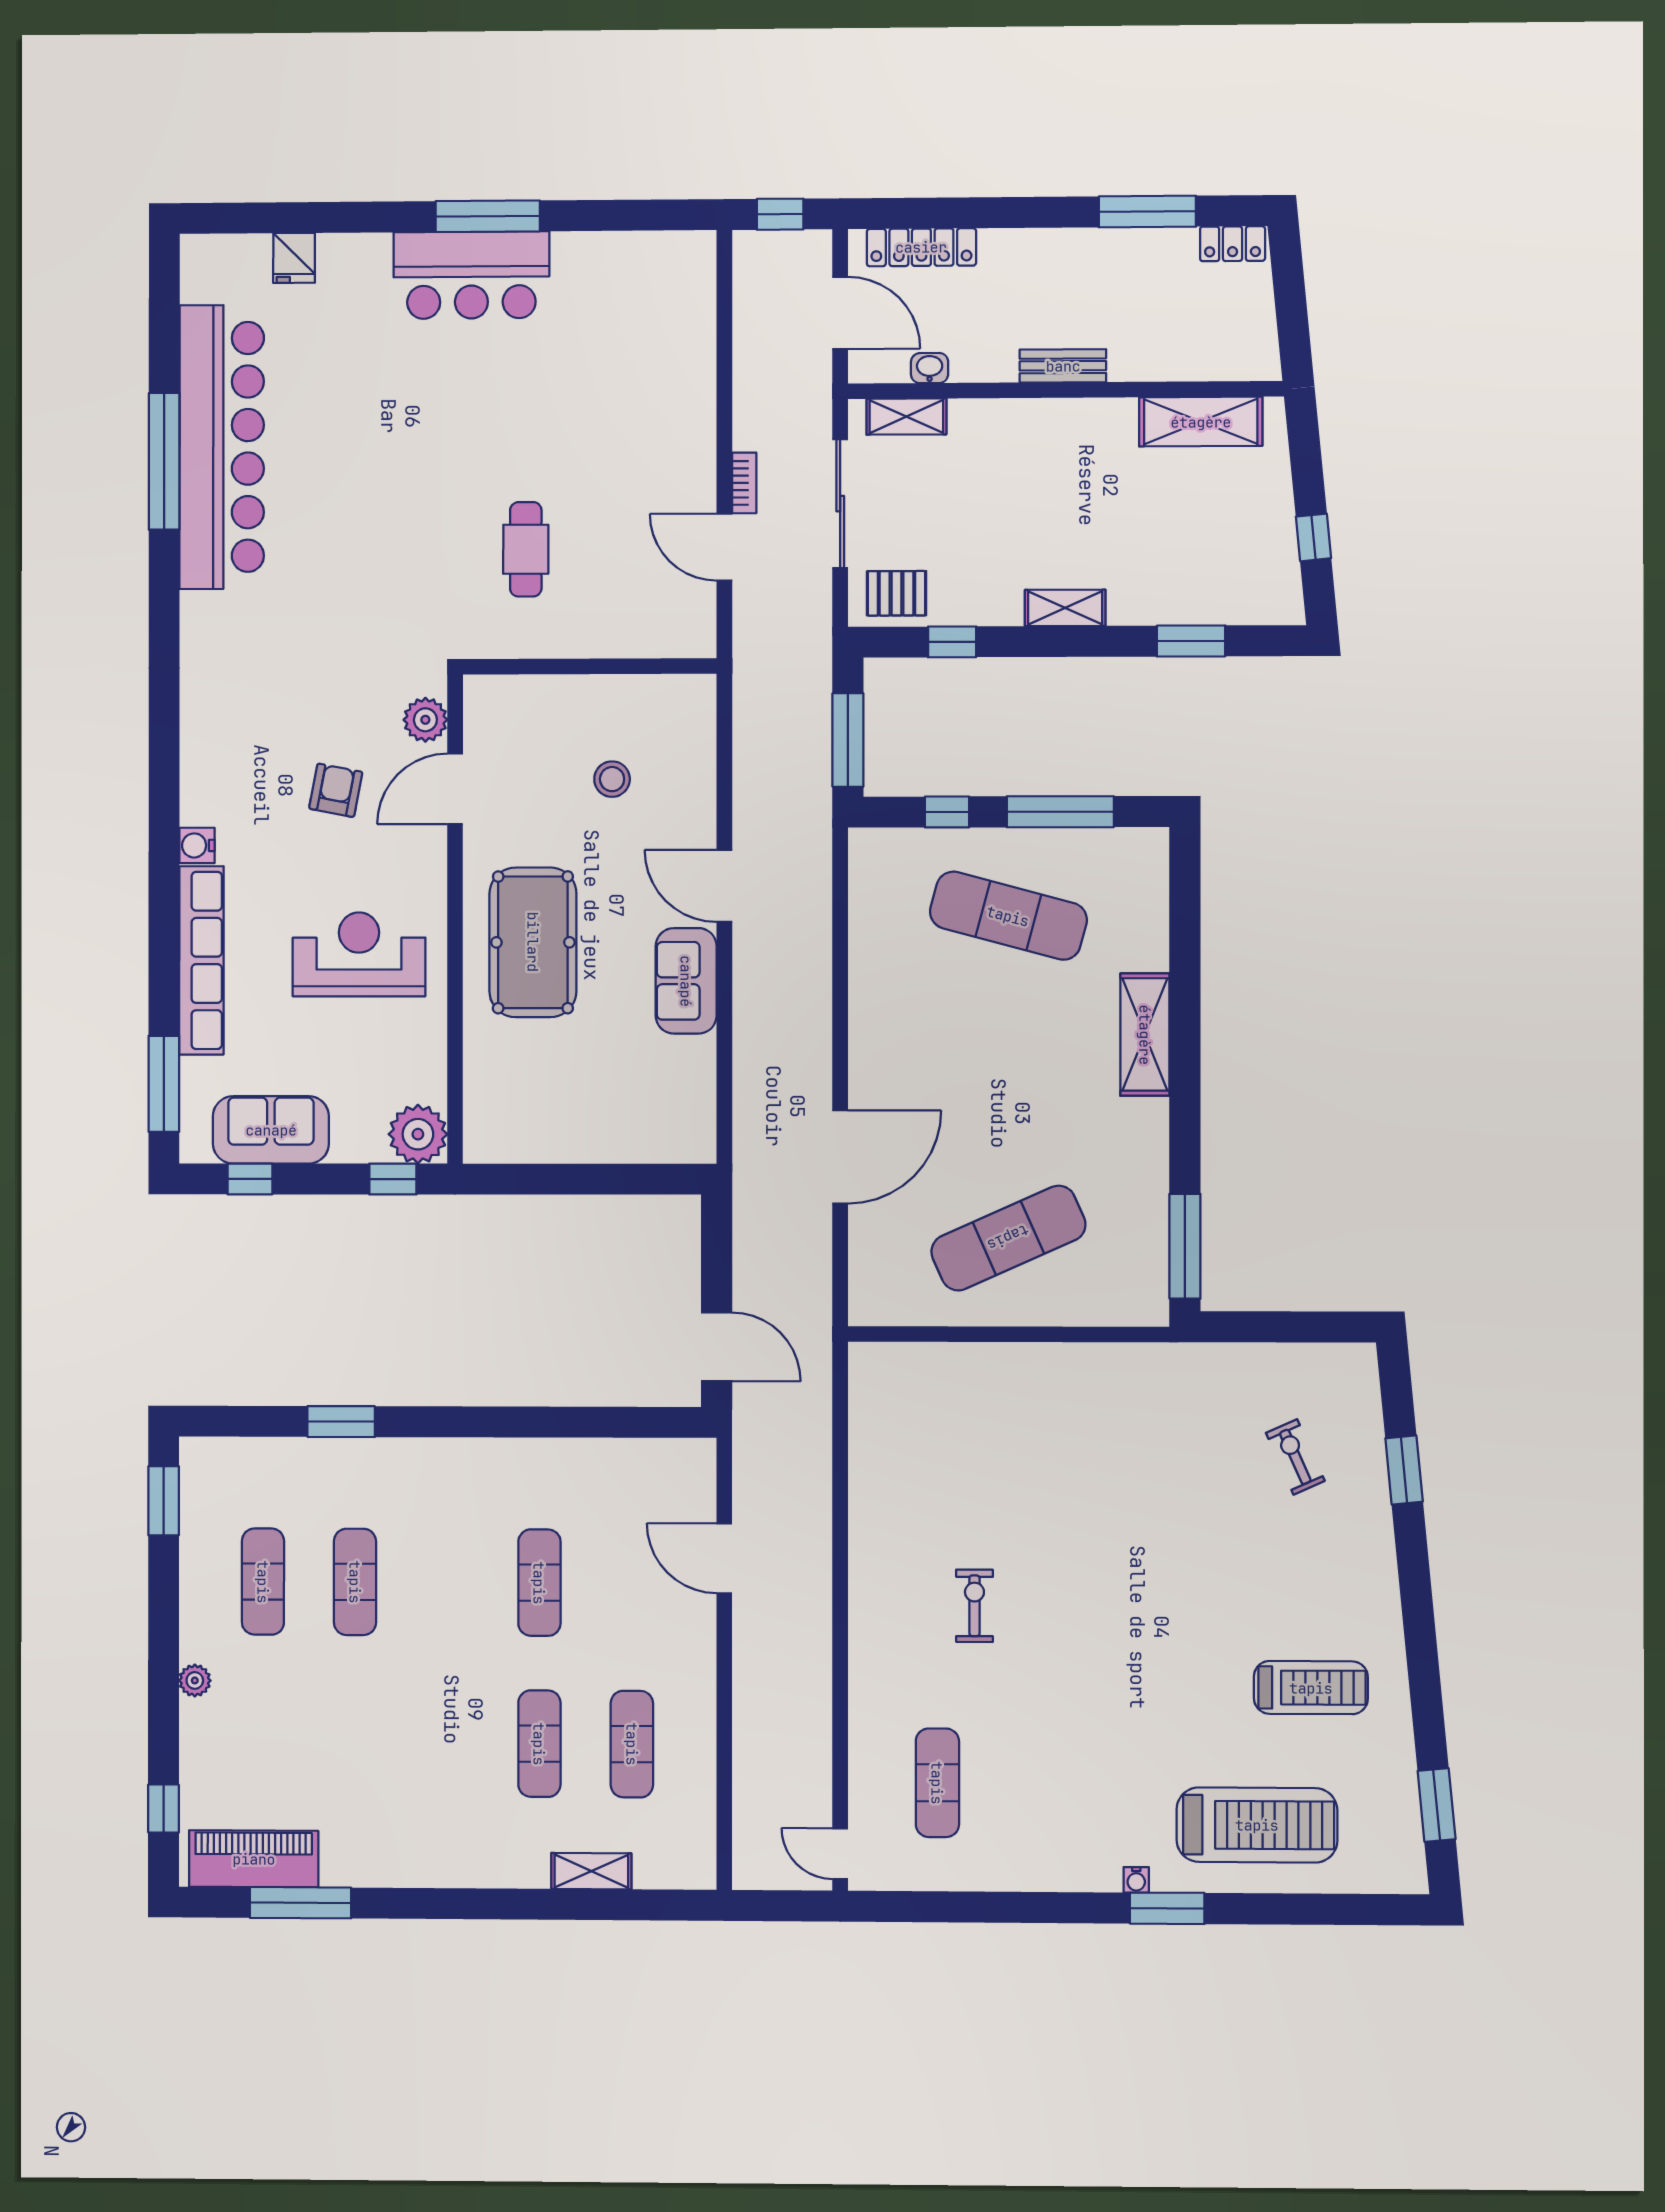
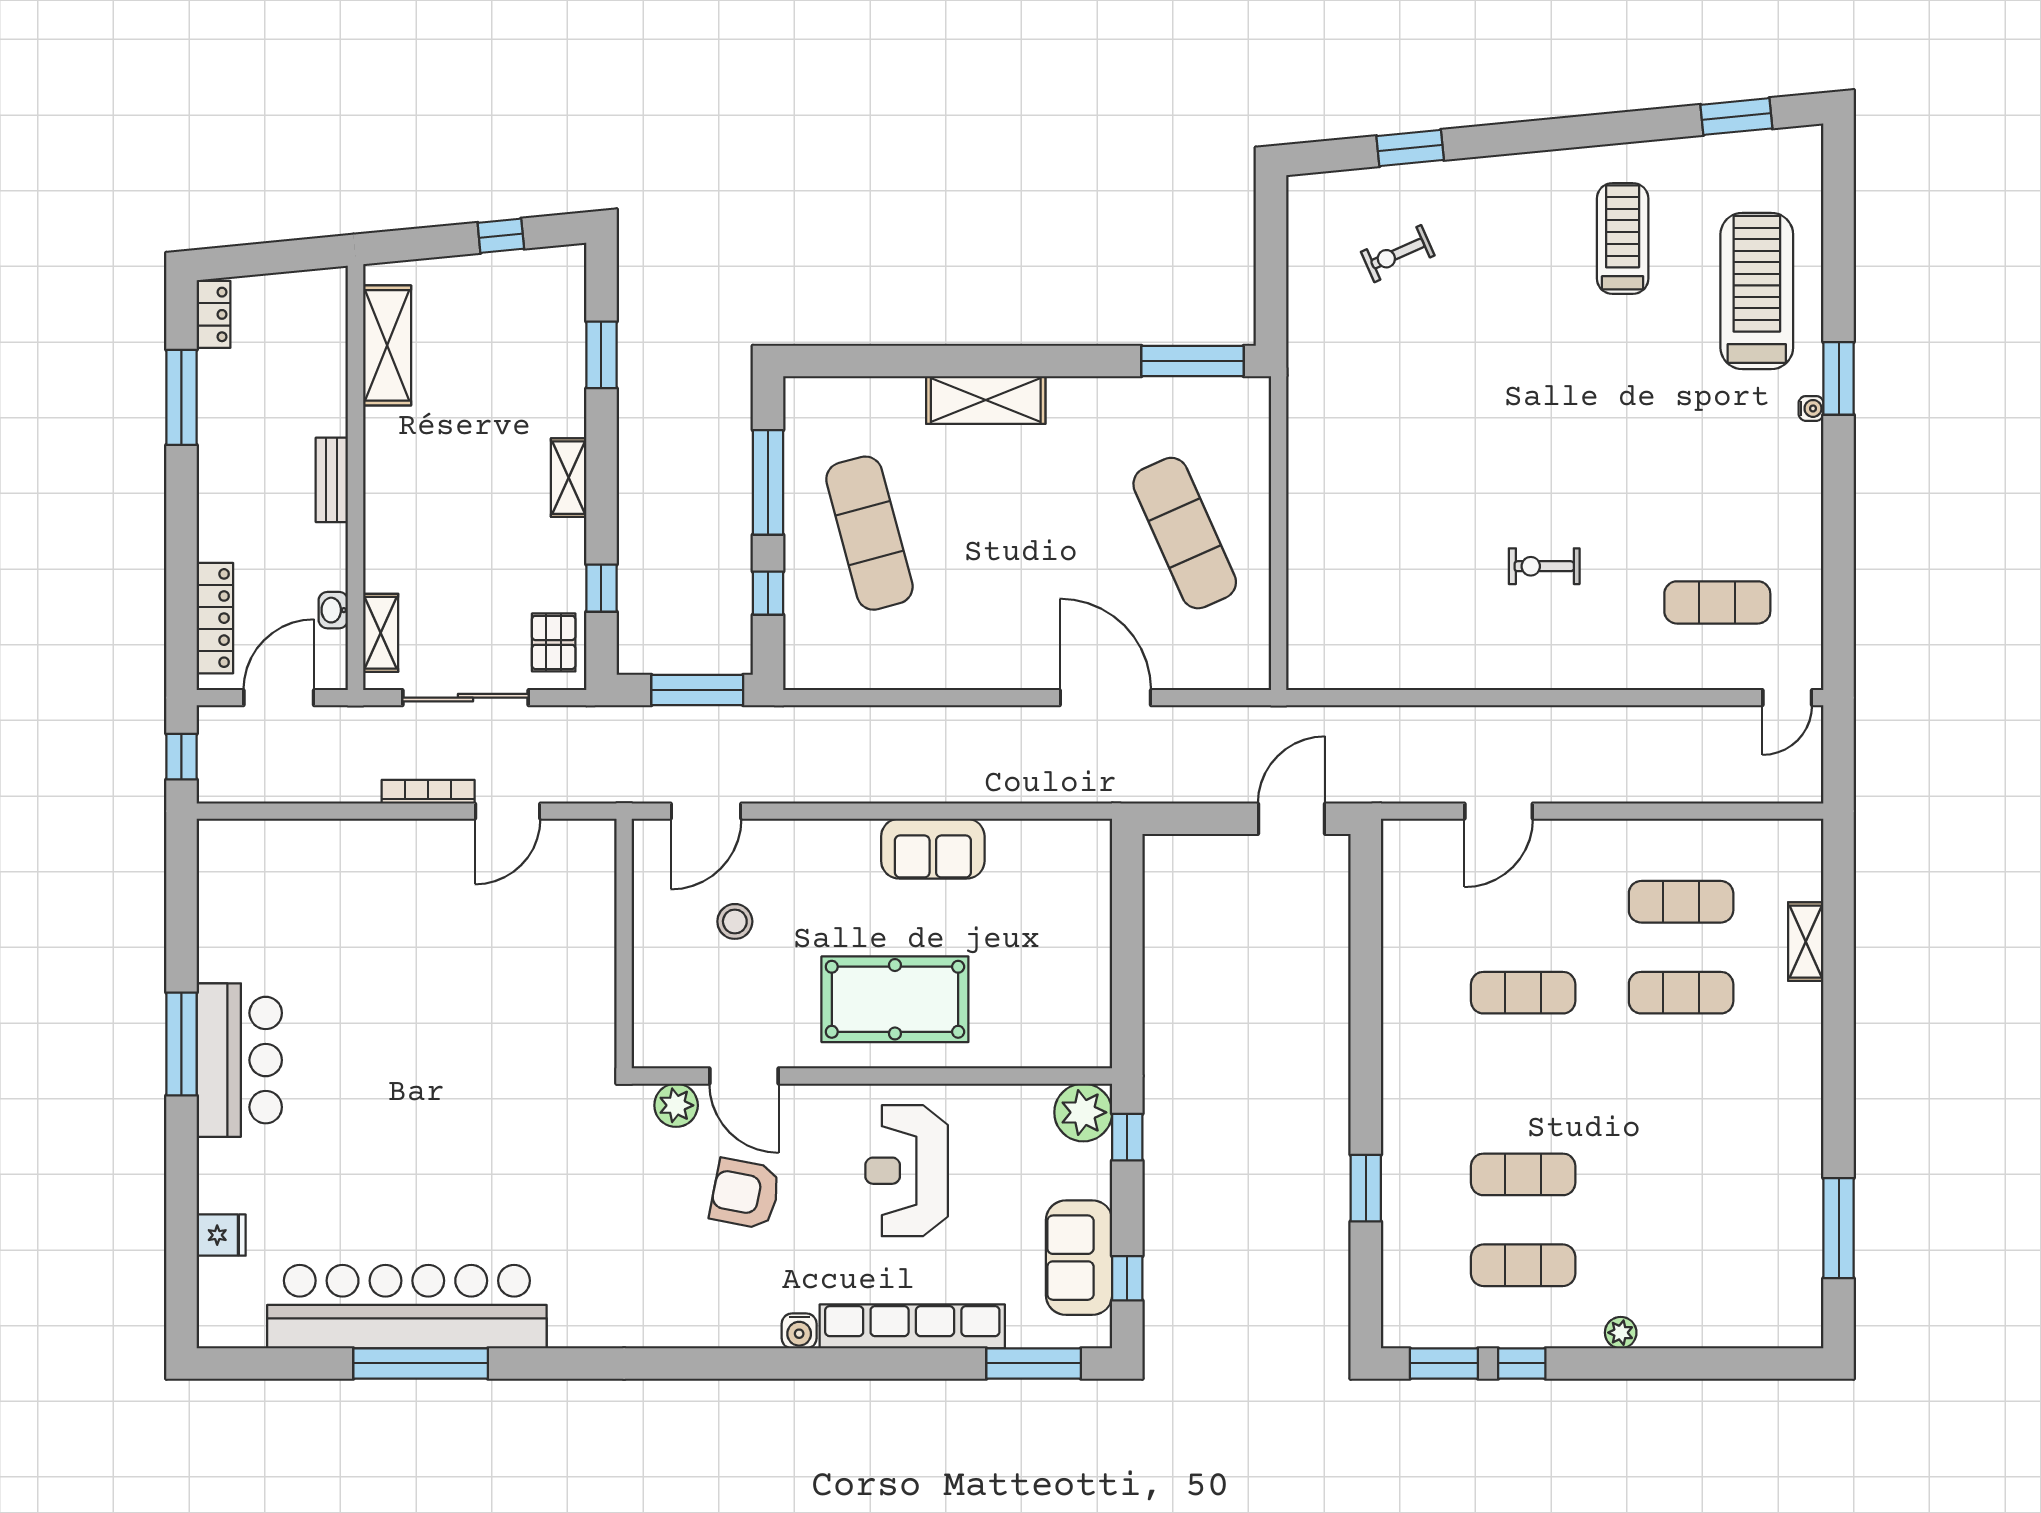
bookcase: (744, 483) -> (428, 792), width x1.56
cafe table: (526, 549) -> (509, 1006), removed
armchair: (336, 790) -> (745, 1194), width x1.38, depth x1.38
door: (724, 886) -> (706, 811), moved
exercise mat: (1008, 916) -> (869, 533), turned -30
window: (164, 1809) -> (1522, 1363), moved
piano: (254, 1859) -> (1796, 1274), removed

